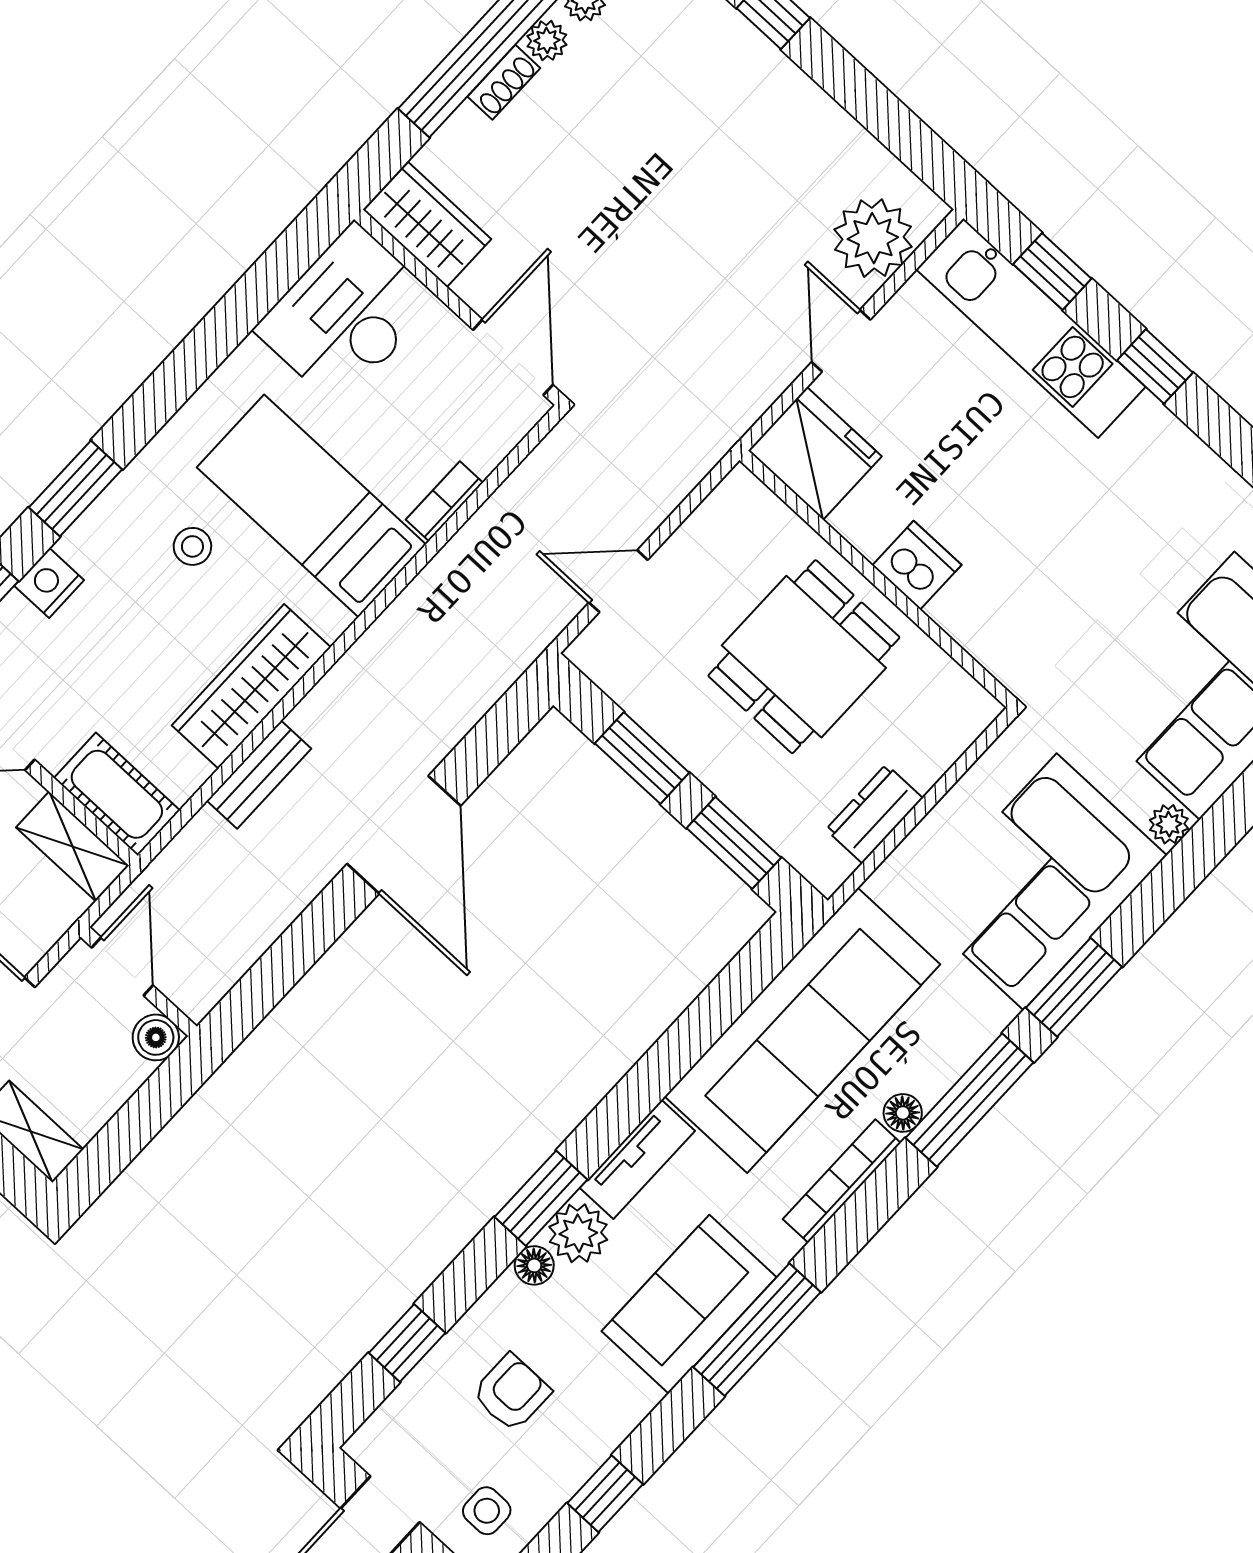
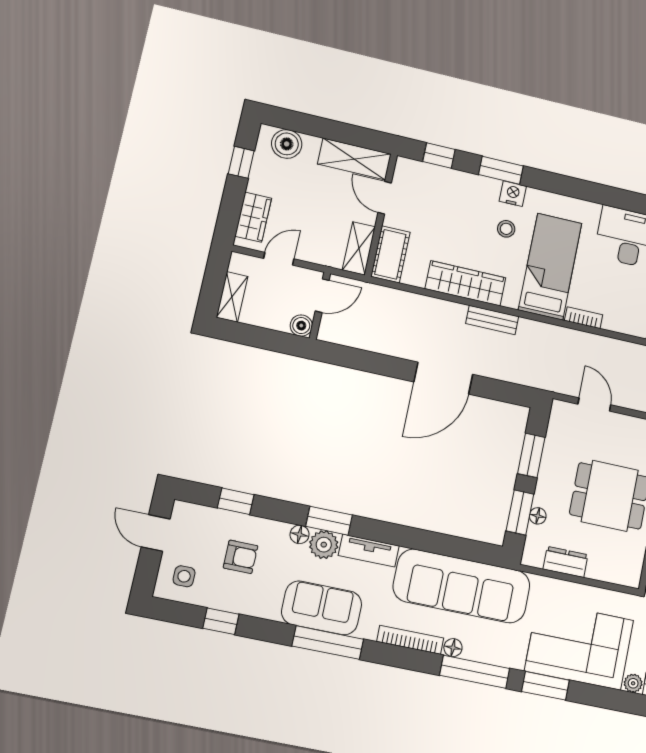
nightstand: (49, 583) -> (513, 194), moved
bench: (259, 775) -> (492, 320), moved
floor lamp: (760, 814) -> (538, 516), added

